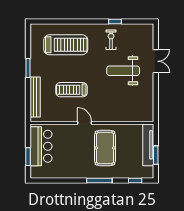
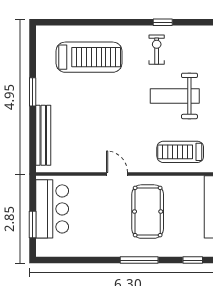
treadmill: (72, 90) -> (180, 152), moved

